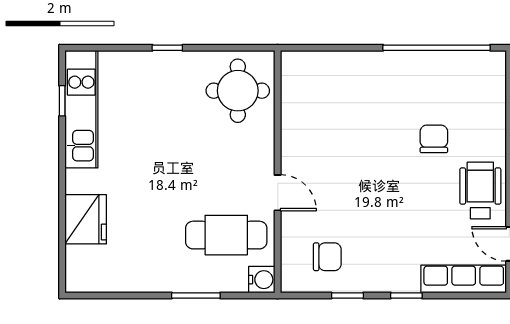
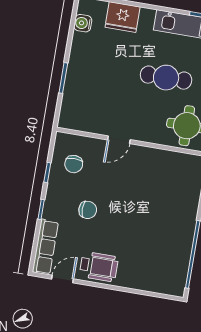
chair: (434, 139) -> (88, 210), moved
cafe table: (226, 235) -> (166, 78), moved, turned 90
water cooler: (262, 280) -> (83, 23), moved, turned 90

